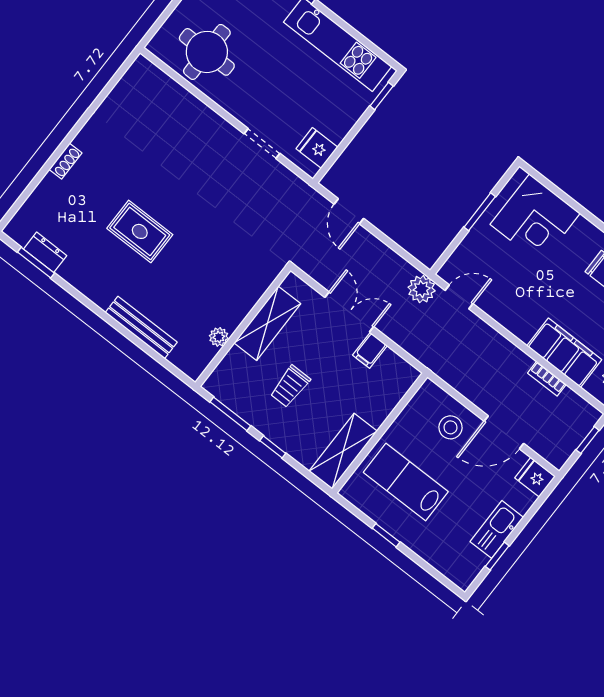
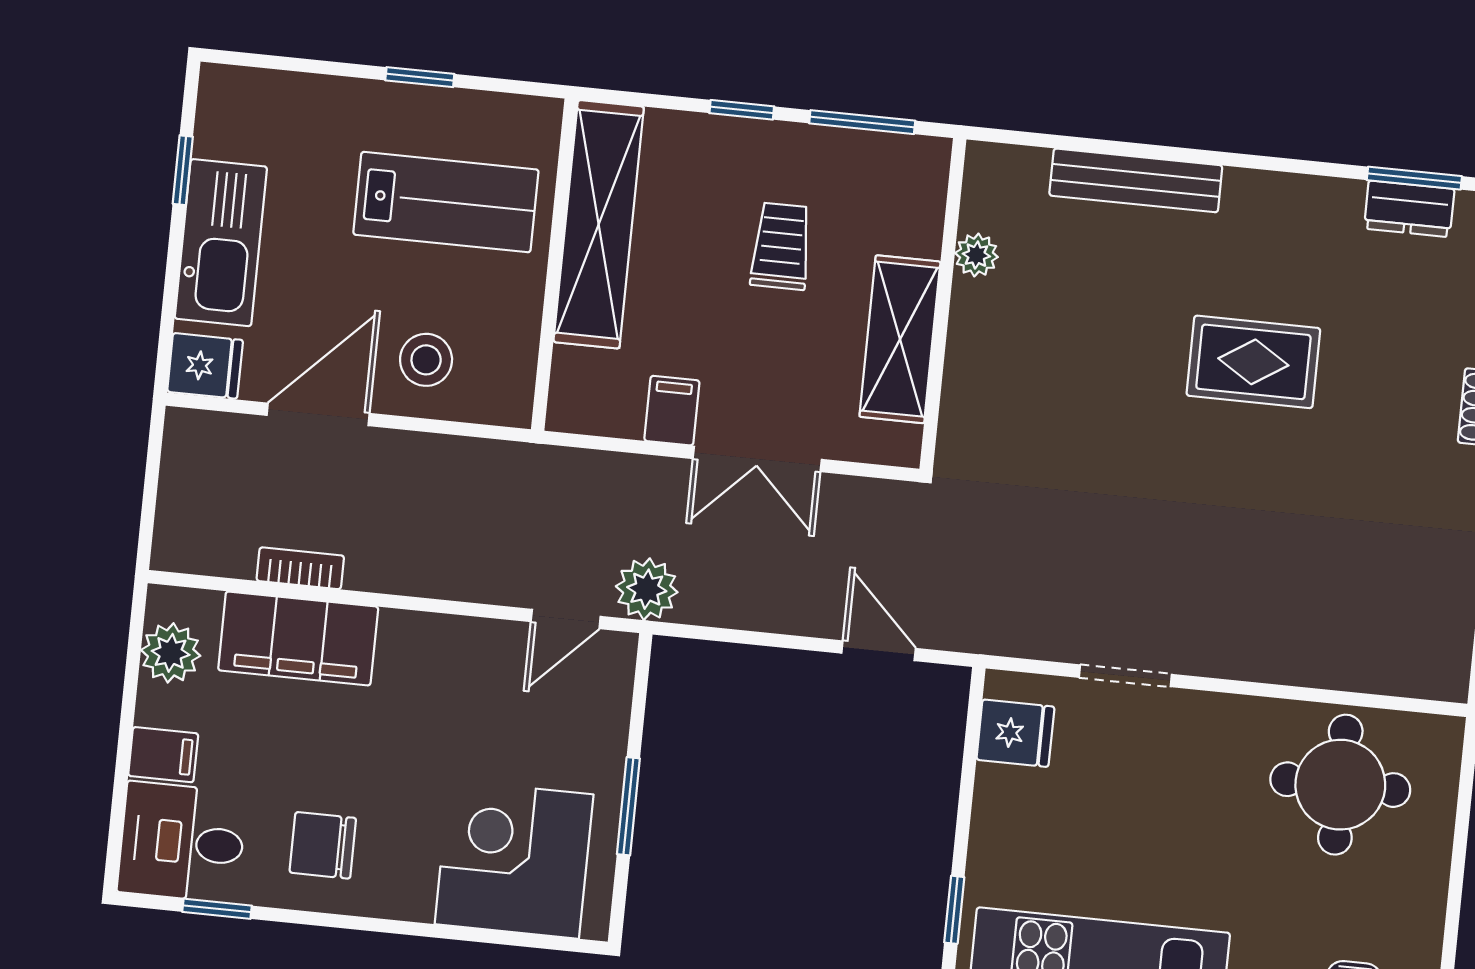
window: (588, 440) -> (149, 500), removed
shelving: (343, 451) -> (599, 224), width x1.47
kitchen sink: (497, 529) -> (221, 243), width x1.36, depth x1.24

